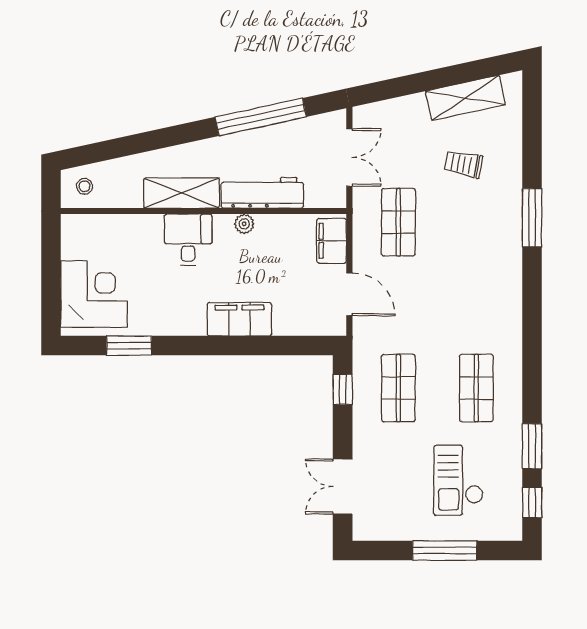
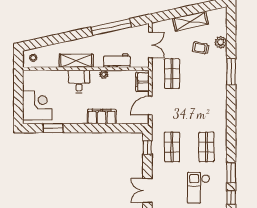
shelving: (465, 98) -> (191, 21), moved
plant: (509, 151) -> (221, 42), added
workbench: (262, 193) -> (117, 61), width x0.73
door: (349, 294) -> (150, 106), swing flipped

